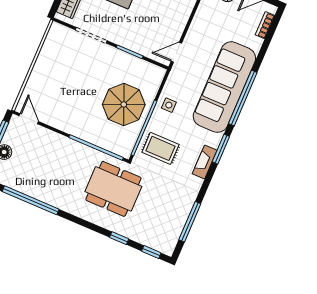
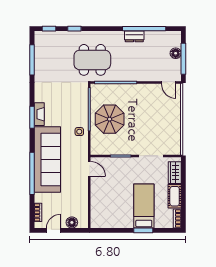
door: (176, 52) -> (89, 169), hinge flipped
window: (243, 98) -> (32, 173), moved
rug: (160, 148) -> (72, 100), removed
fireplace: (205, 162) -> (39, 114), moved
dresser: (47, 196) -> (134, 36), added

